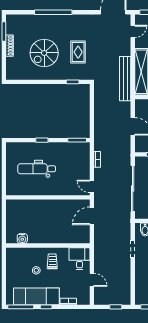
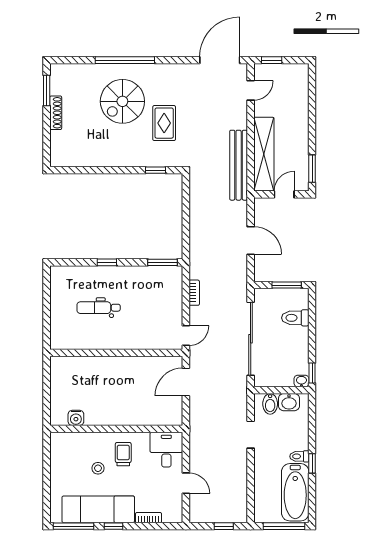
spiral stairs: (44, 53) -> (122, 101), moved
dental chair: (37, 169) -> (99, 308), width x0.73, depth x0.72
door: (92, 186) -> (186, 336), swing flipped

